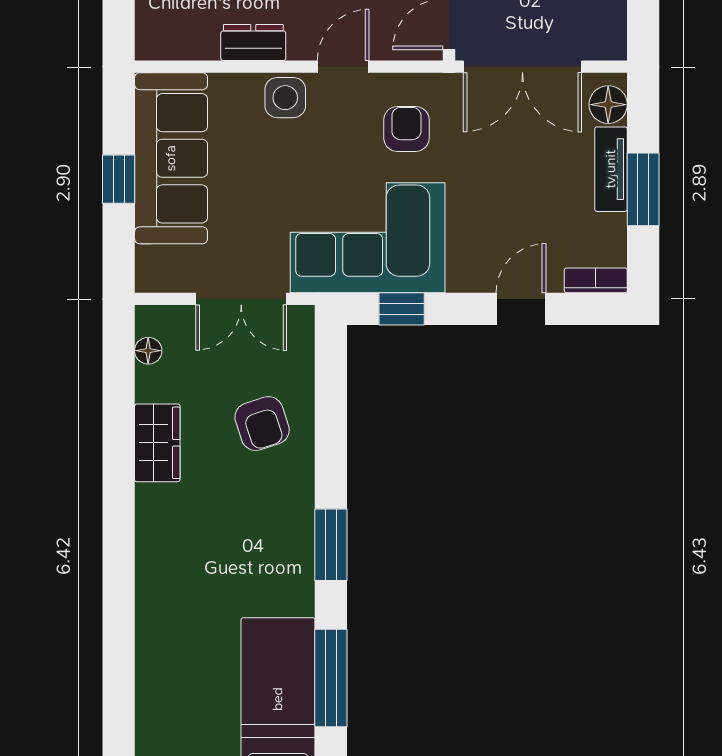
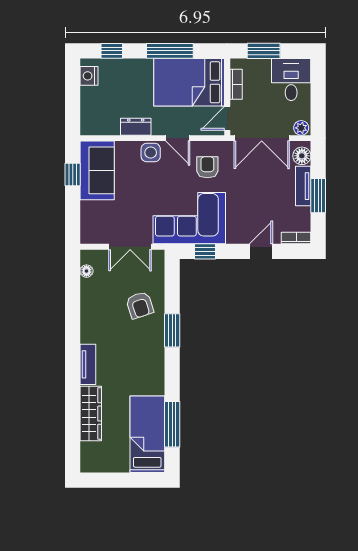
plant: (607, 45) -> (301, 128), added
door: (343, 67) -> (178, 138), swing flipped
sofa: (171, 158) -> (97, 170), width x0.73
window: (119, 179) -> (73, 175), moved
wardrobe: (157, 443) -> (91, 414), moved, width x1.50
window: (331, 545) -> (172, 330), moved
tv unit: (151, 550) -> (88, 364), added

